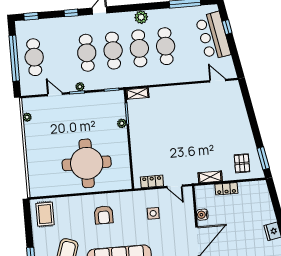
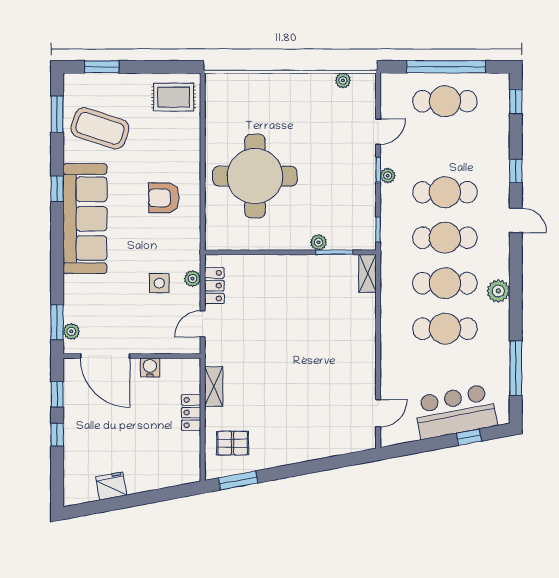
plant: (149, 194) -> (193, 279), added

